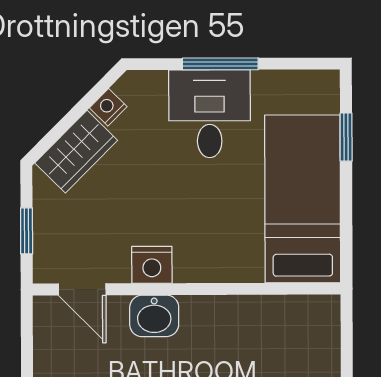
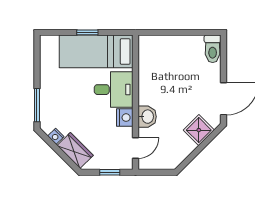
window: (220, 64) -> (37, 105), moved
desk: (210, 114) -> (114, 90), moved, turned 180
window: (346, 137) -> (87, 32), moved

